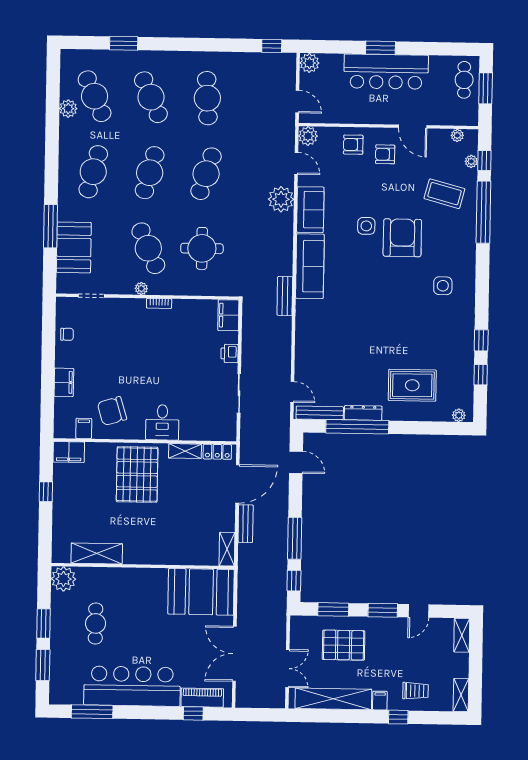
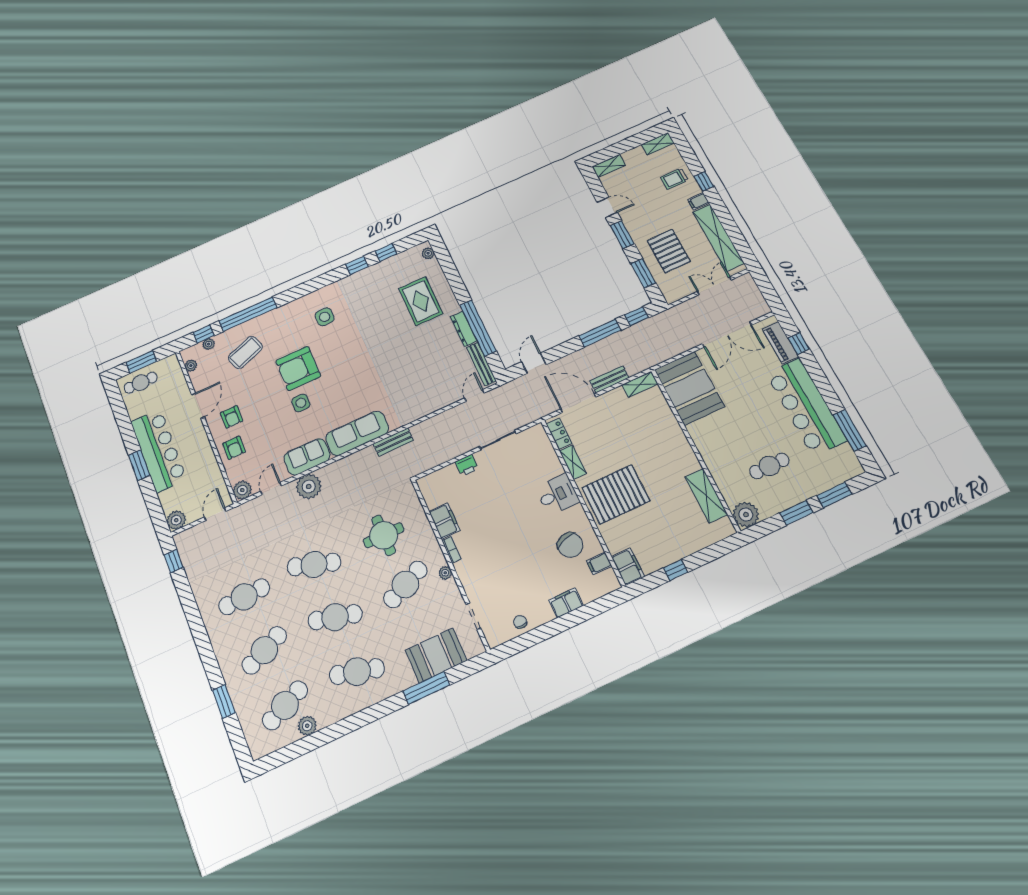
coffee table: (444, 194) -> (245, 352), turned 55
filing cabinet: (228, 315) -> (444, 521), moved, turned -90
trolley: (415, 691) -> (674, 179), turned -90

